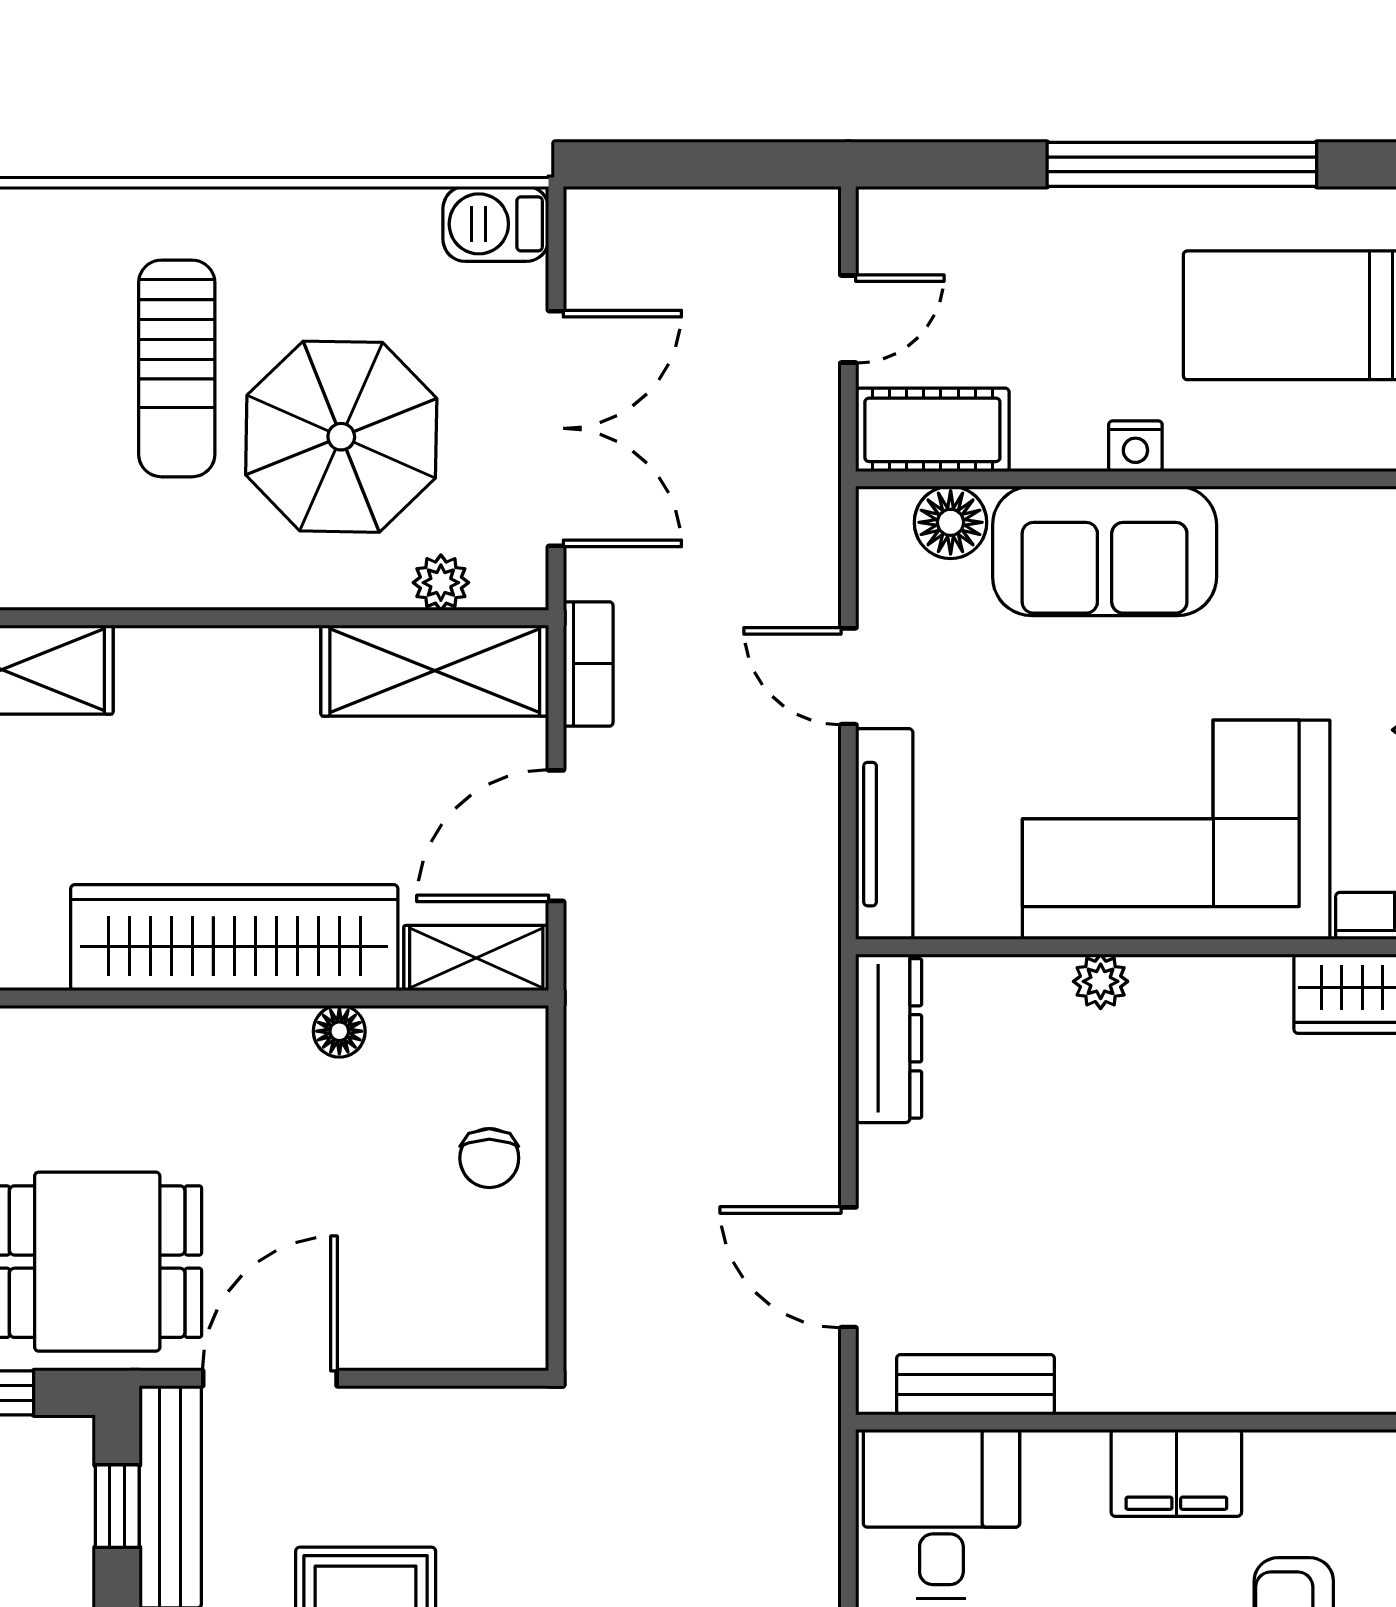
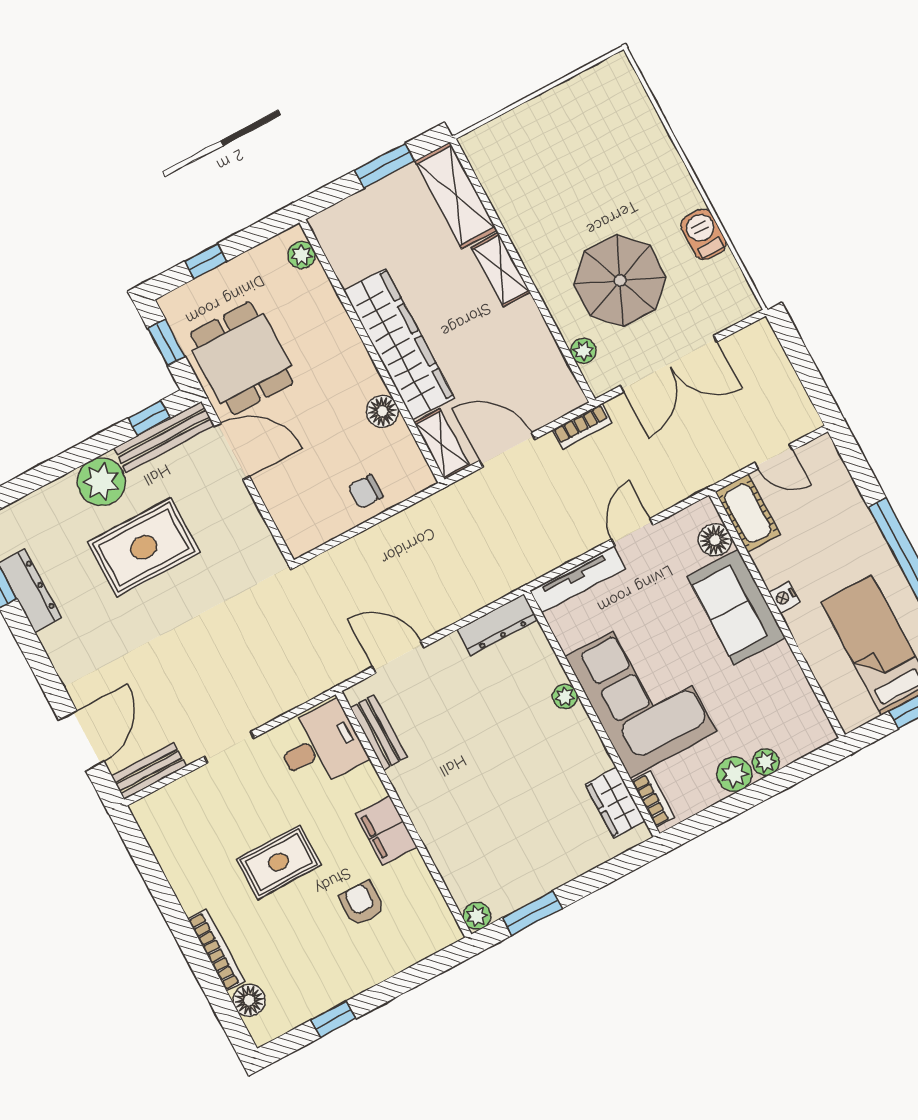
barbecue: (496, 224) -> (704, 234), moved
sun lounger: (177, 368) -> (612, 201), removed
shelving: (435, 671) -> (501, 270), moved, width x0.67, depth x0.75
floor lamp: (339, 1031) -> (382, 411), width x1.37, depth x1.37
door: (848, 1267) -> (398, 657), hinge flipped

